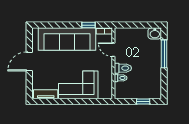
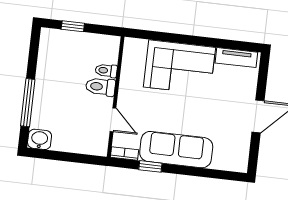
sofa: (67, 39) -> (176, 150), width x0.74, depth x0.79

